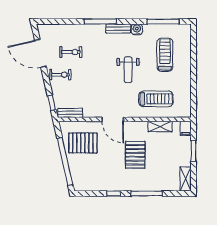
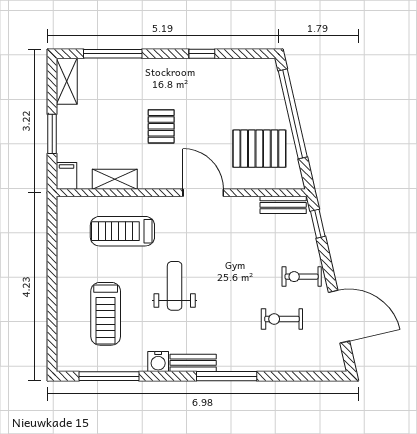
pallet: (135, 155) -> (161, 126), width x0.67, depth x0.71
window: (147, 194) -> (113, 54), moved

